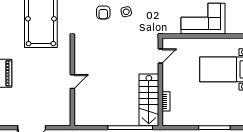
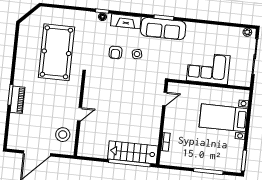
stairs: (149, 100) -> (133, 152), moved, turned 90
stool: (57, 105) -> (63, 135), added

